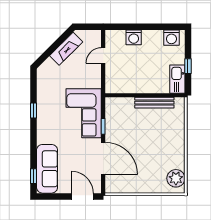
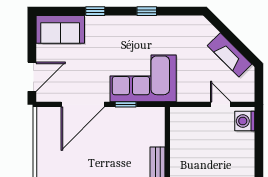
washing machine: (134, 37) -> (245, 121), moved
sofa: (47, 169) -> (60, 29), width x0.73
window: (33, 176) -> (95, 11), moved

